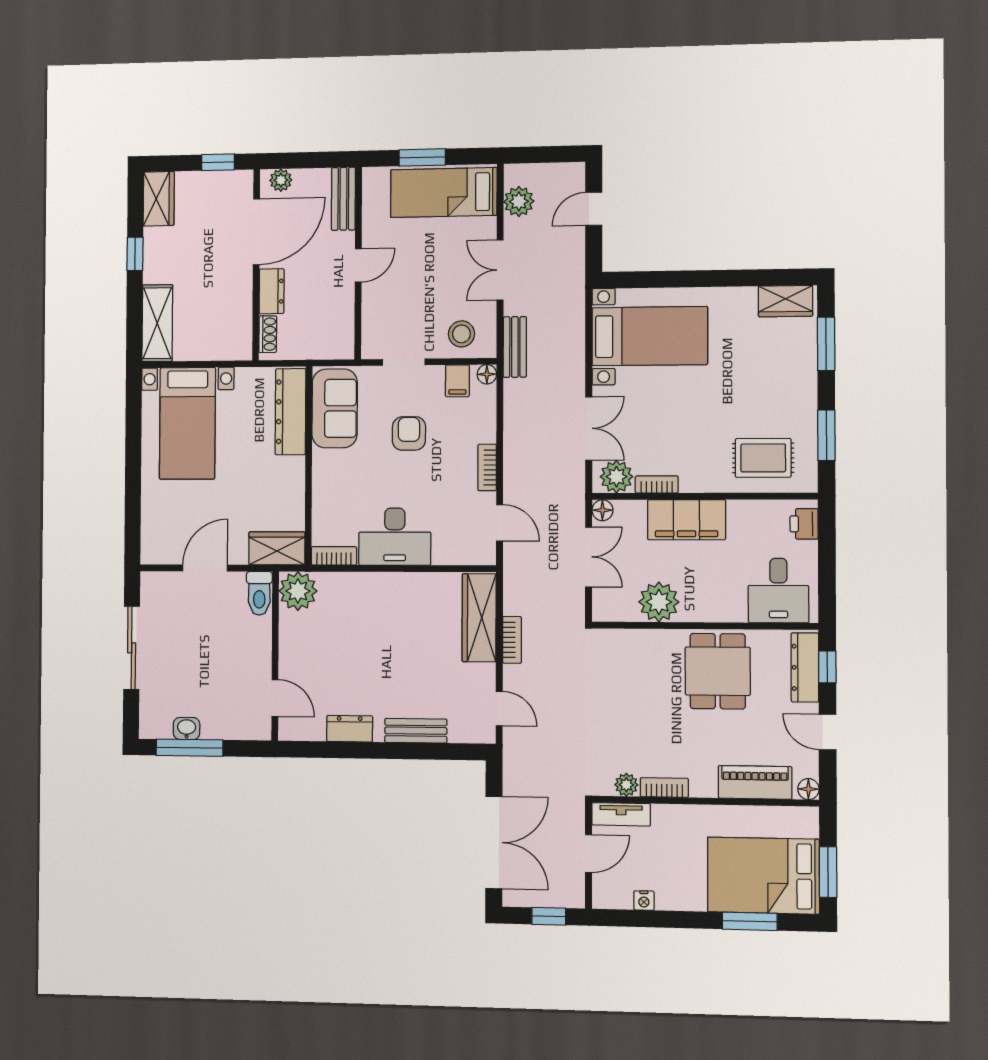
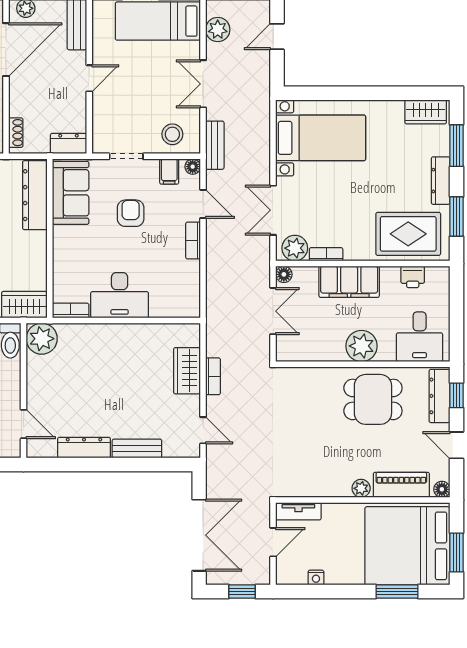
dresser: (272, 291) -> (69, 144), moved, turned -90
dresser: (805, 389) -> (441, 181), added
double door: (589, 429) -> (273, 210), swing flipped
rug: (763, 458) -> (408, 234), width x1.36, depth x1.43
door: (500, 523) -> (203, 204), moved
printer: (804, 524) -> (413, 277), moved, turned -90
plant: (659, 602) -> (362, 346), moved
wardrobe: (479, 618) -> (187, 371), width x0.67
dining table: (718, 671) -> (373, 399), turned 90
dresser: (350, 729) -> (84, 448), width x1.44
plant: (626, 785) -> (361, 488), moved
bookcase: (664, 788) -> (332, 490), removed
bed: (763, 876) -> (407, 546), width x1.36

